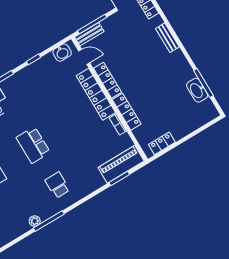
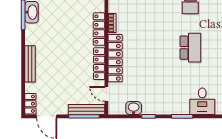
bench: (89, 34) -> (86, 110), width x1.36
bench: (167, 38) -> (30, 64), width x1.36
washbasin: (62, 53) -> (134, 108), moved

